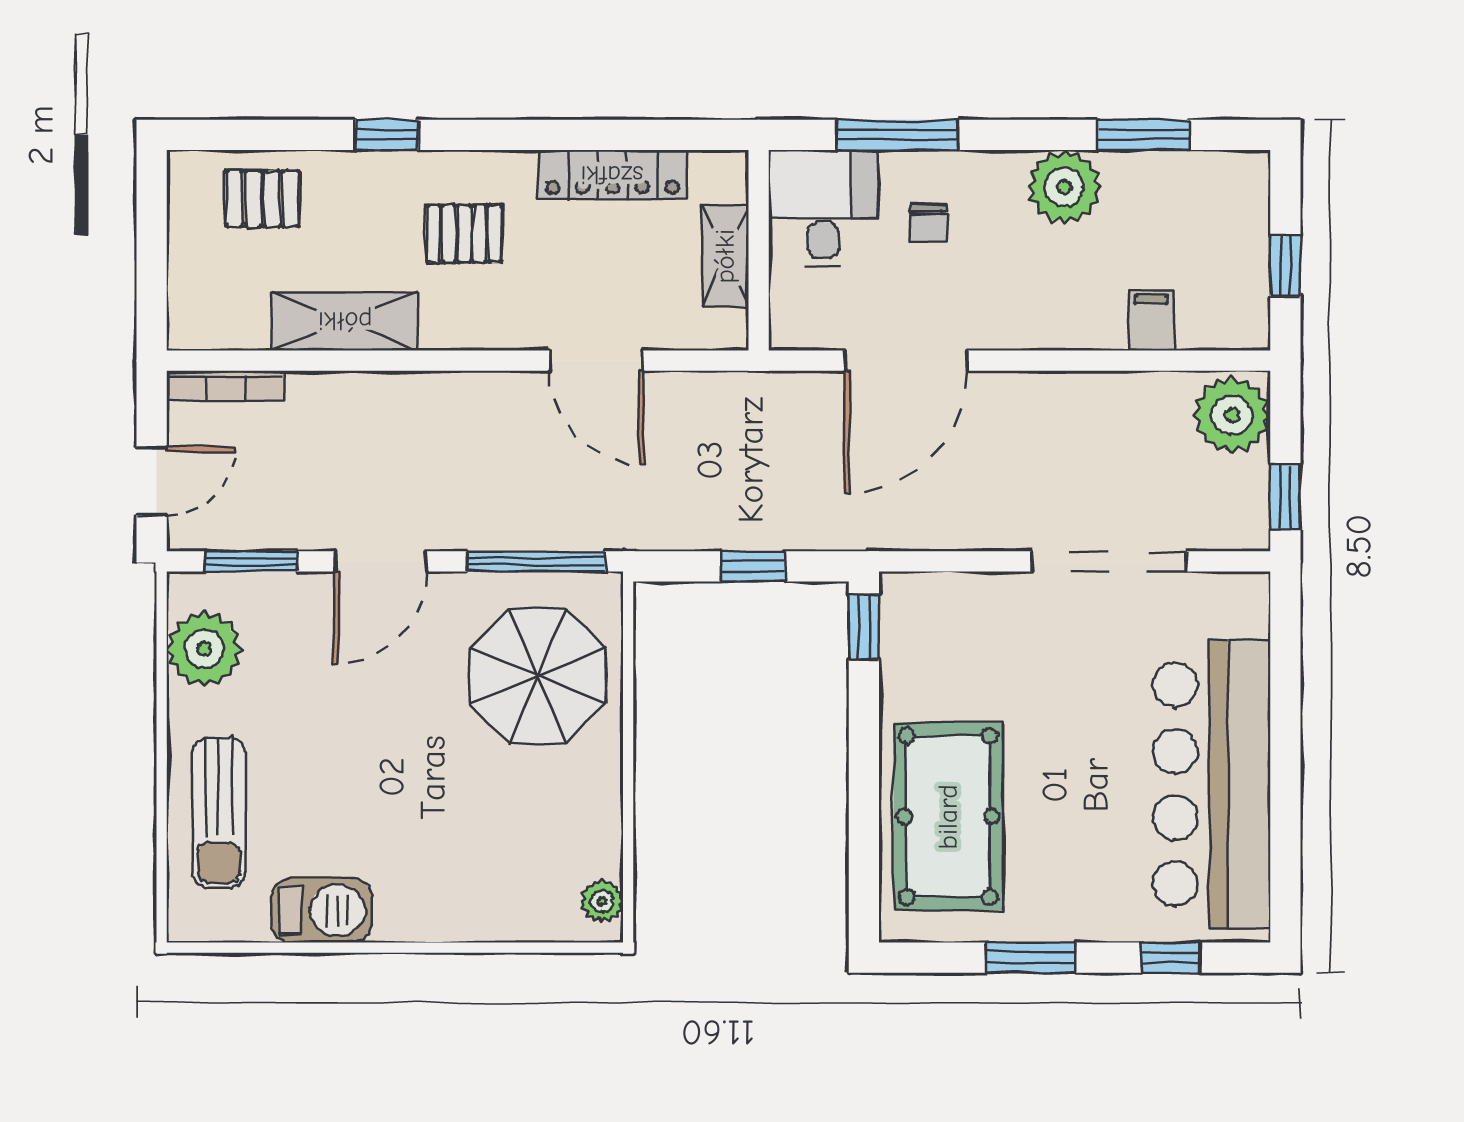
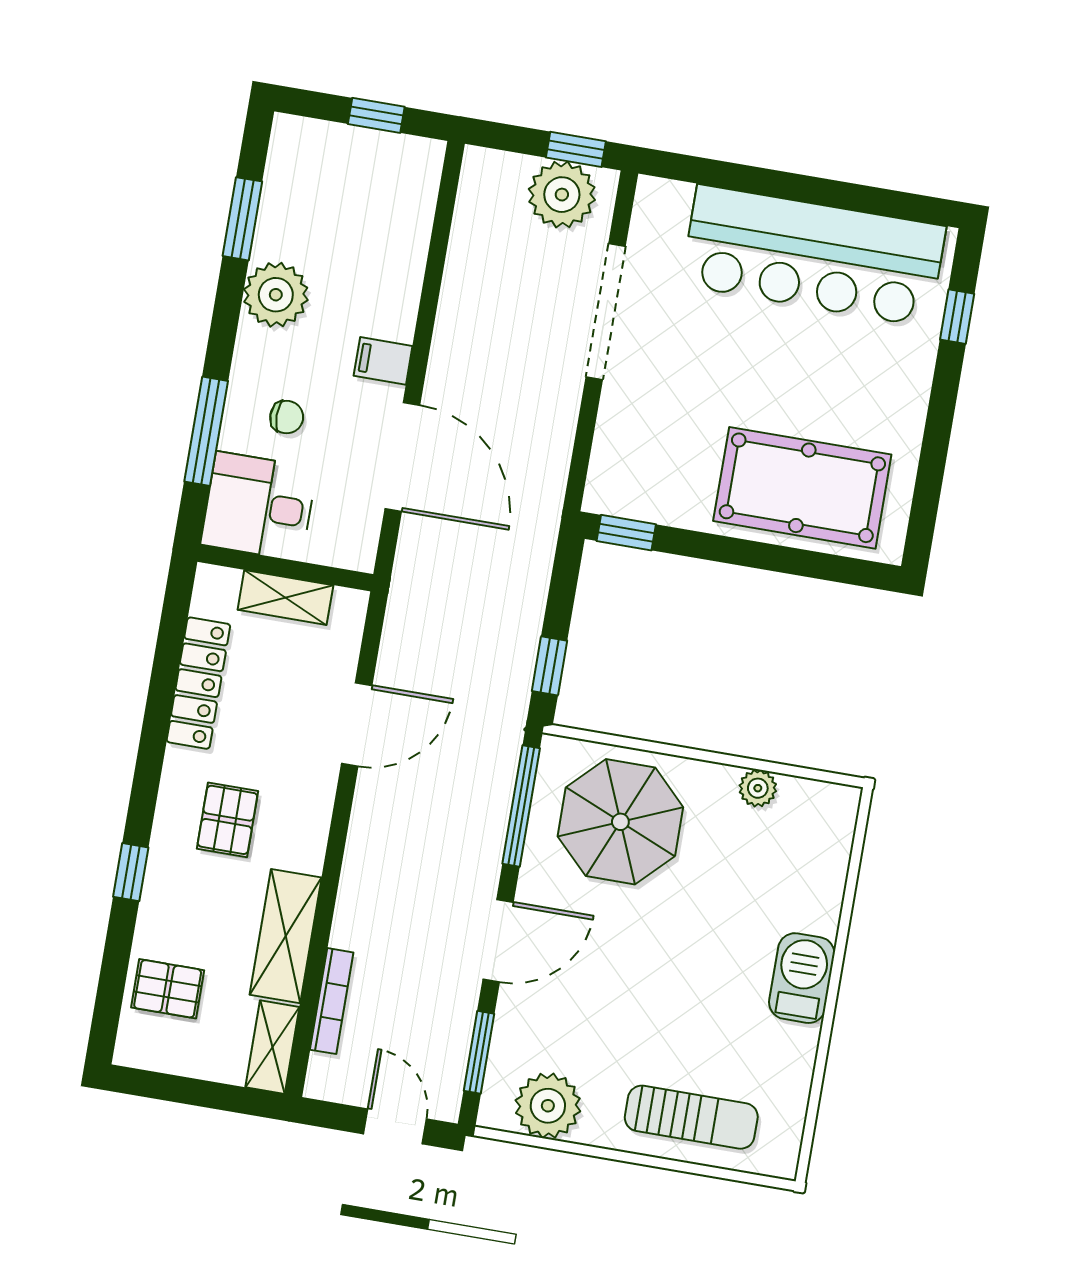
pallet: (263, 199) -> (168, 989), turned 90
filing cabinet: (1151, 320) -> (383, 361), moved
shelving: (217, 328) -> (272, 1047), added
bookcase: (226, 386) -> (332, 1001), moved
plant: (1232, 415) -> (562, 195), moved
door: (380, 561) -> (498, 941), hinge flipped
window: (753, 566) -> (550, 666), moved
plant: (602, 901) -> (758, 788), moved
barbecue: (322, 910) -> (802, 978), moved
window: (1031, 958) -> (936, 437), removed

